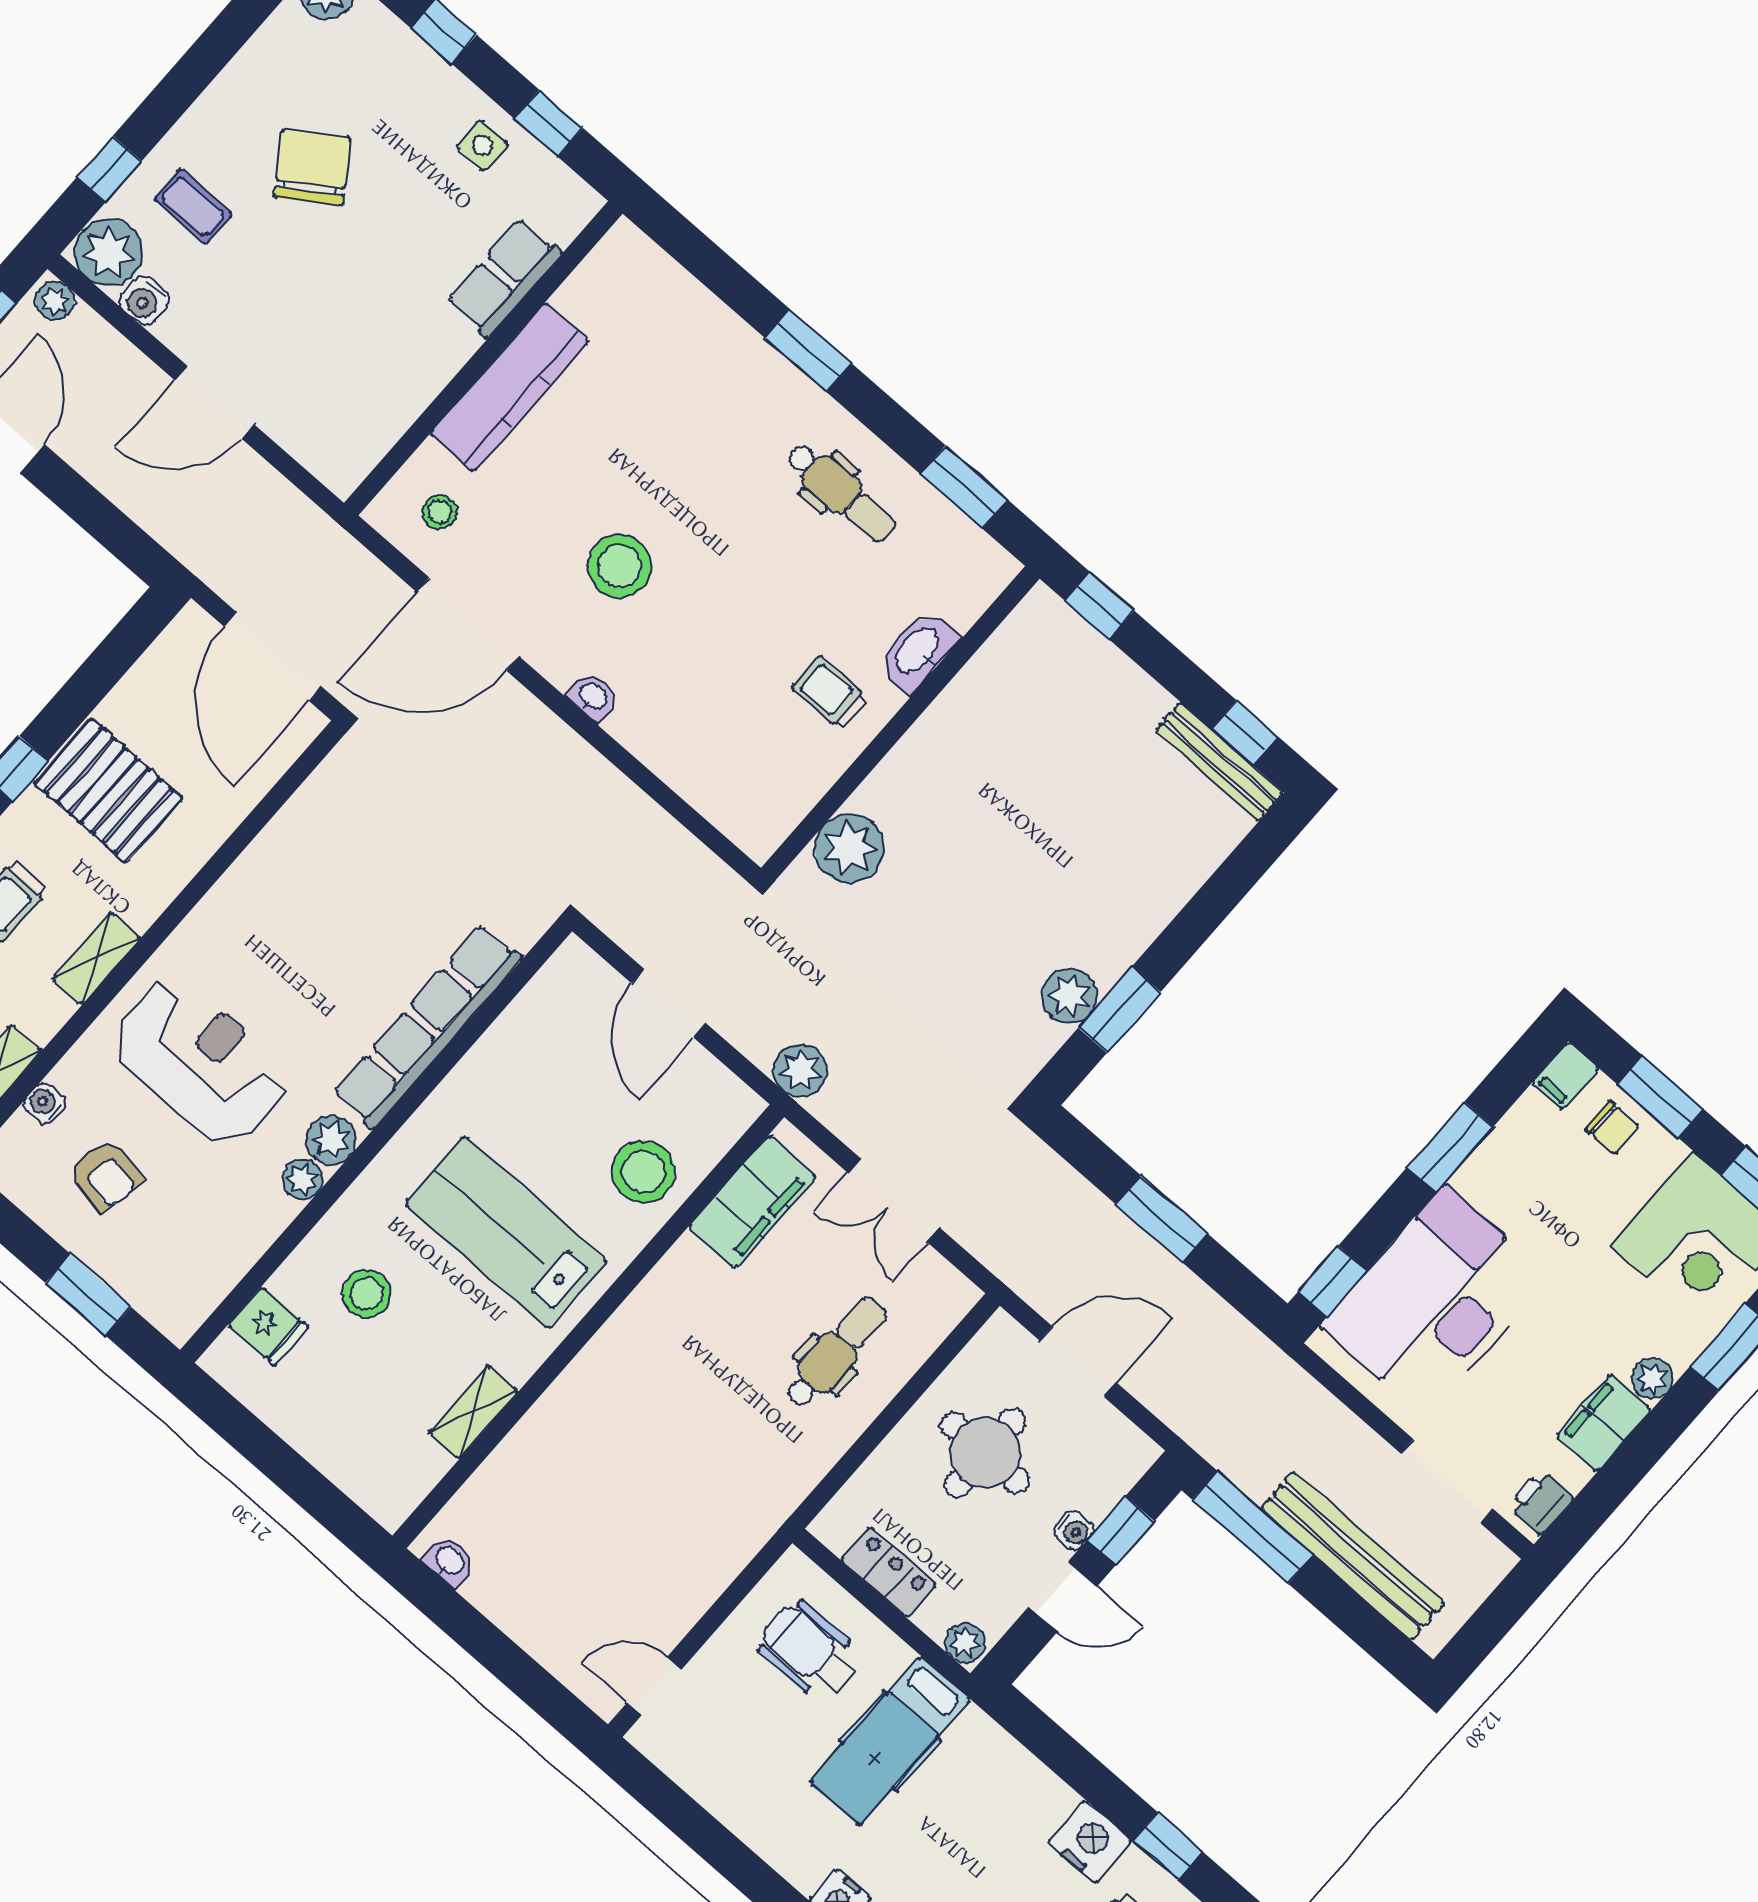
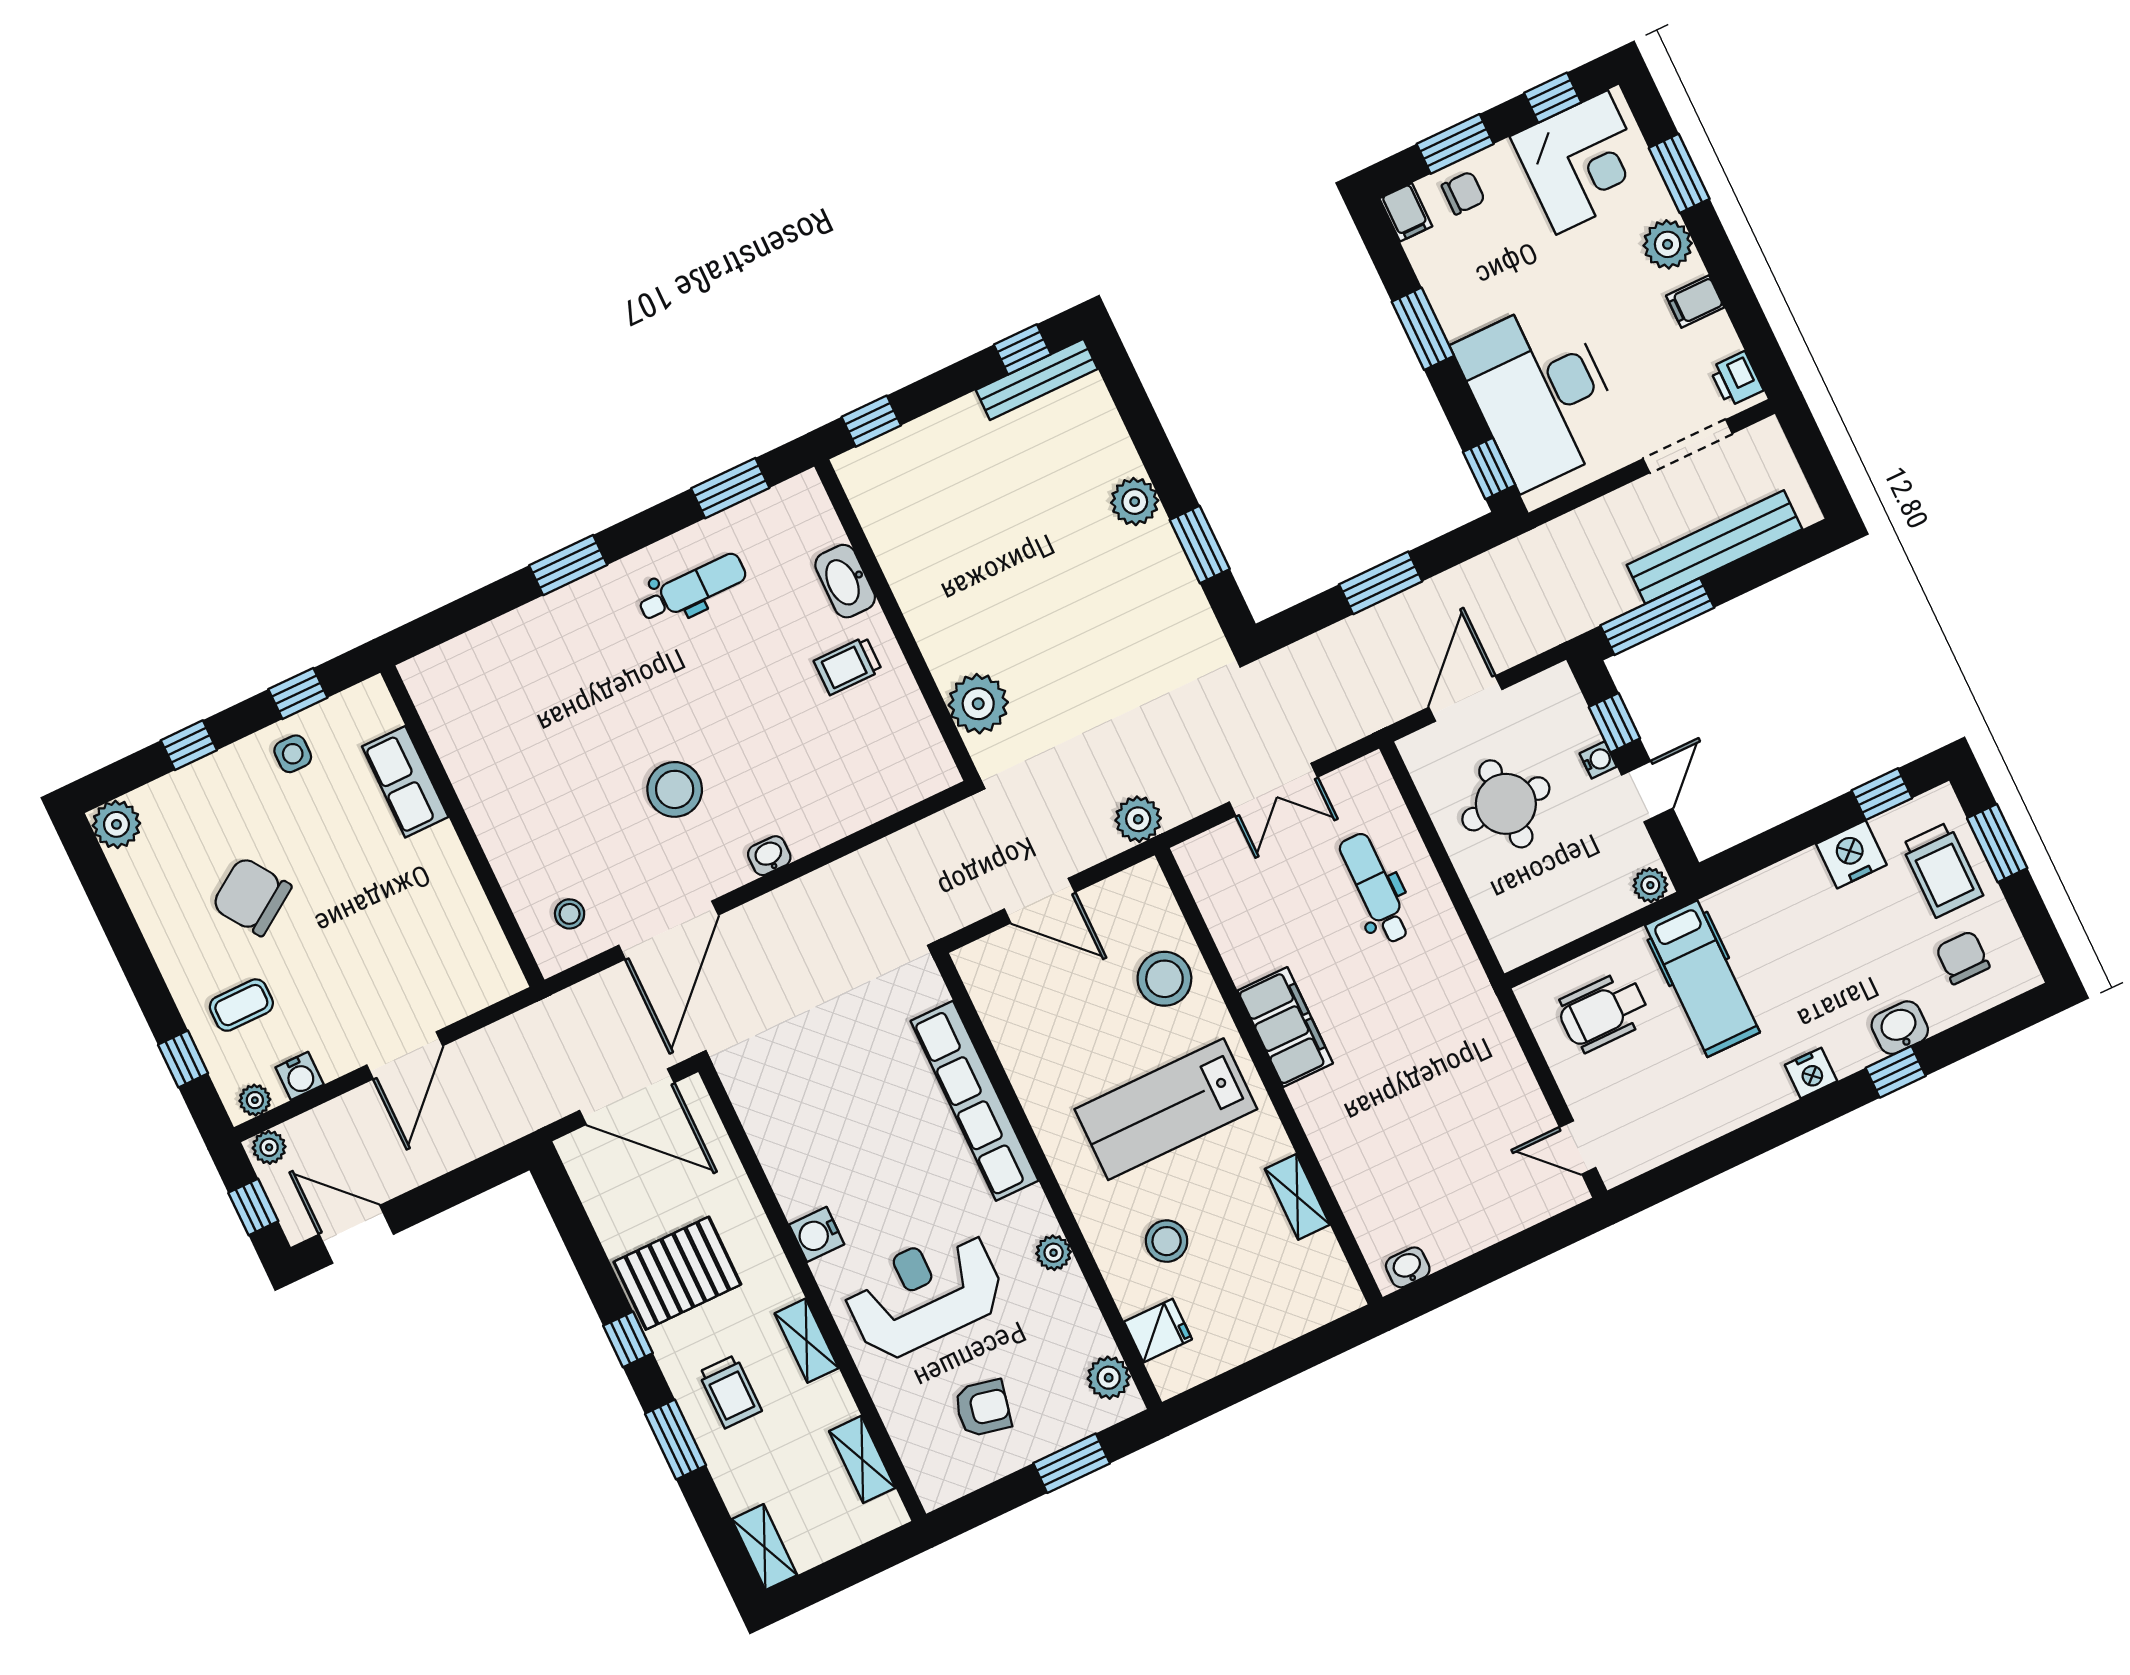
plant: (109, 252) -> (255, 1100), width x0.53, depth x0.53
kitchen counter: (509, 387) -> (494, 815), removed
plant: (1070, 996) -> (1135, 502), moved
water cooler: (45, 1103) -> (817, 1234), moved, width x1.38, depth x1.38
plant: (331, 1140) -> (1109, 1378), moved
filing cabinet: (752, 1202) -> (1285, 1027), moved
plant: (1652, 1378) -> (1668, 244), width x1.38, depth x1.38
filing cabinet: (1604, 1423) -> (1695, 302), width x0.50
locker: (889, 1572) -> (1568, 922), removed
door: (654, 1686) -> (1578, 1147), hinge flipped

